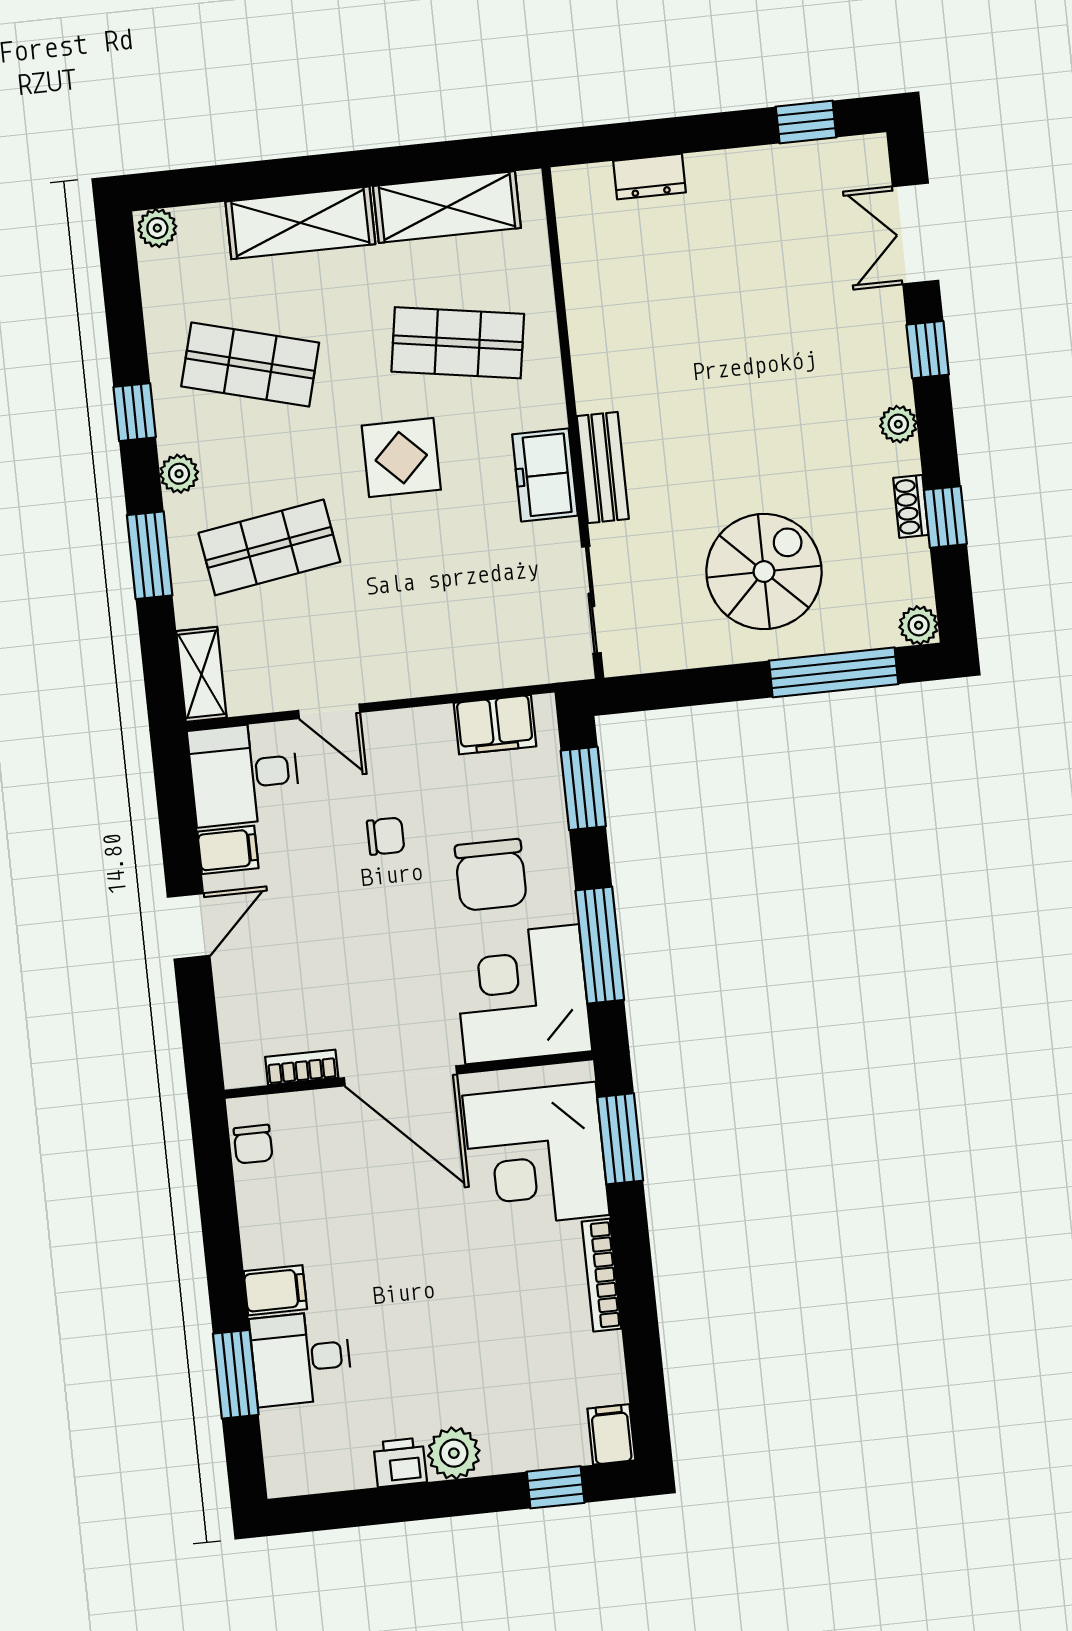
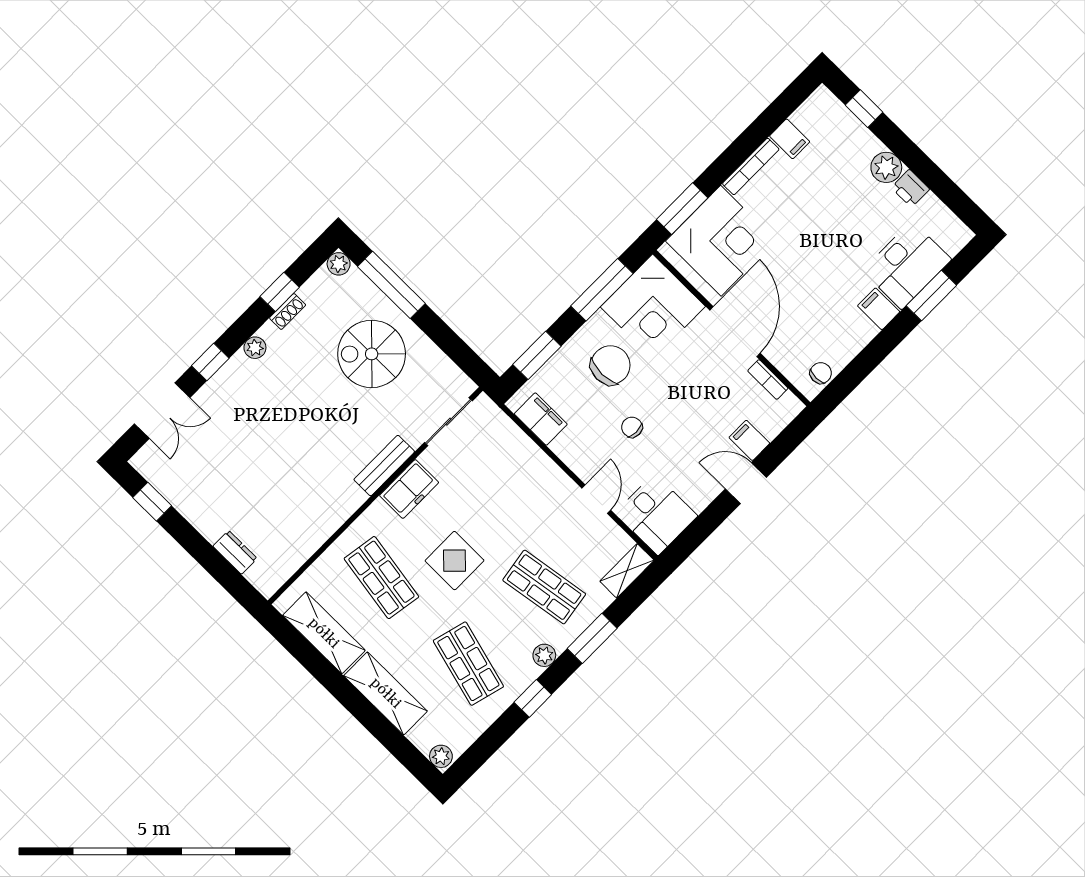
filing cabinet: (228, 850) -> (749, 440), moved
desk: (301, 1358) -> (907, 265), width x1.37
filing cabinet: (611, 1434) -> (790, 139), moved, turned -90

